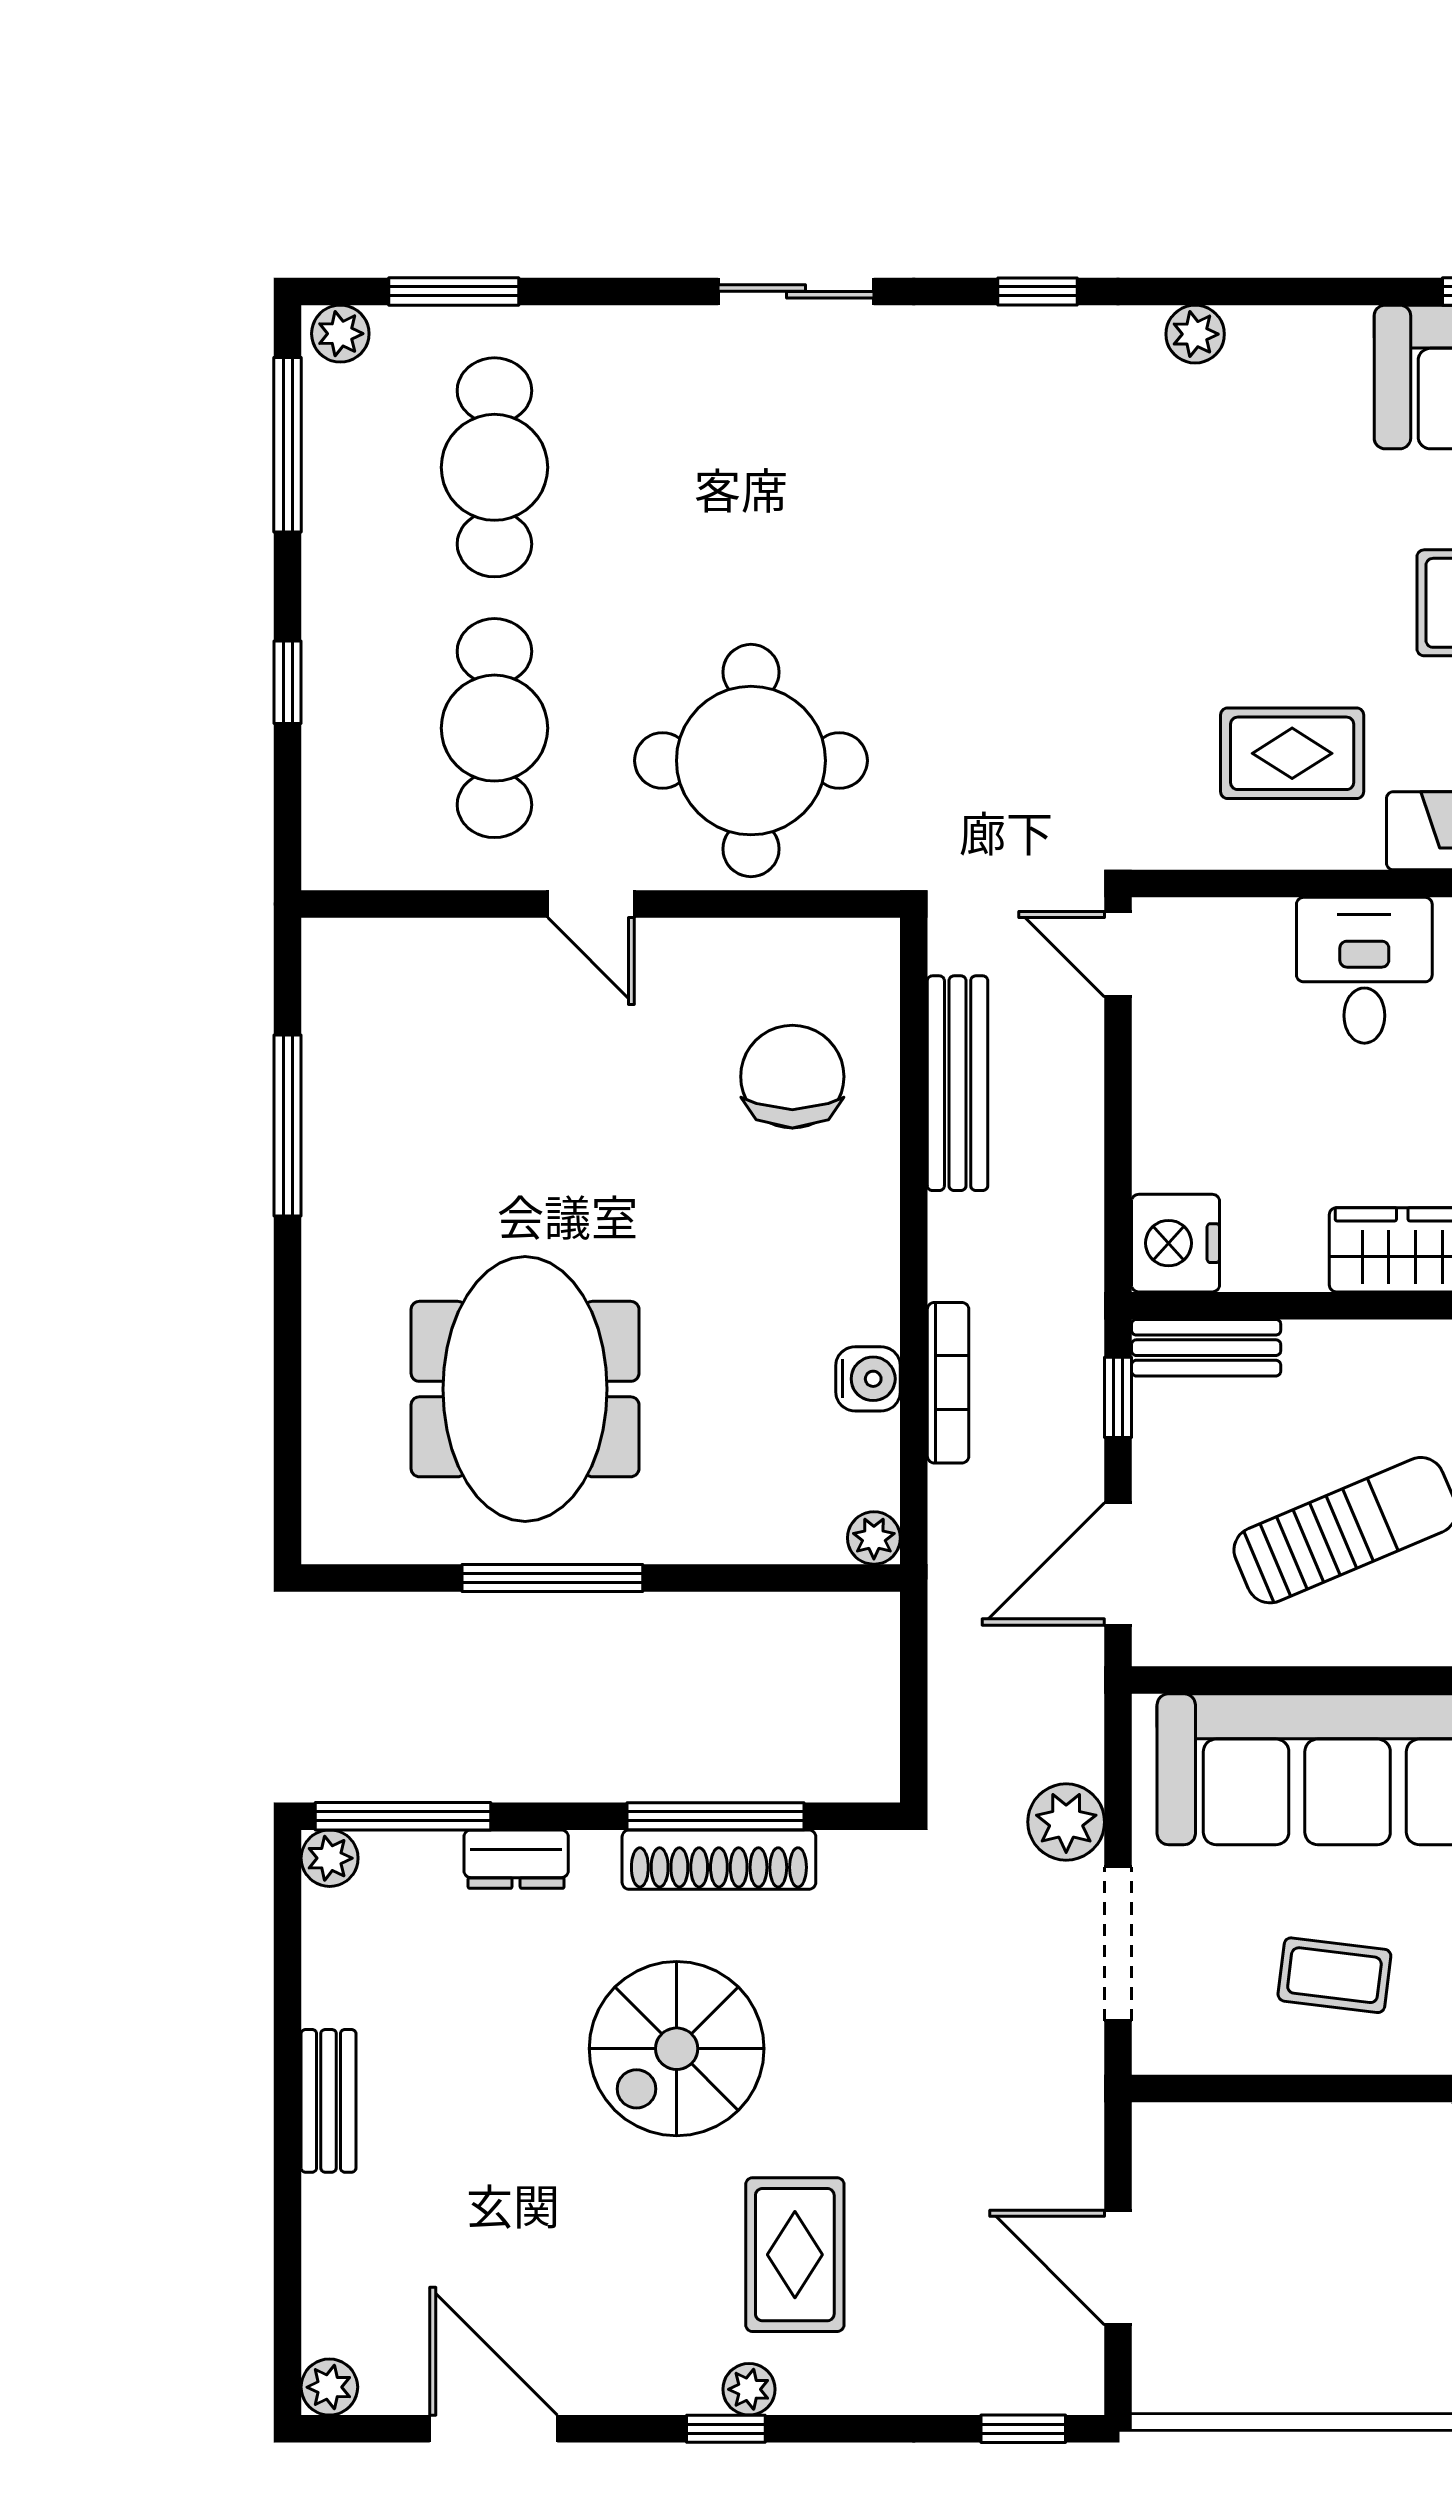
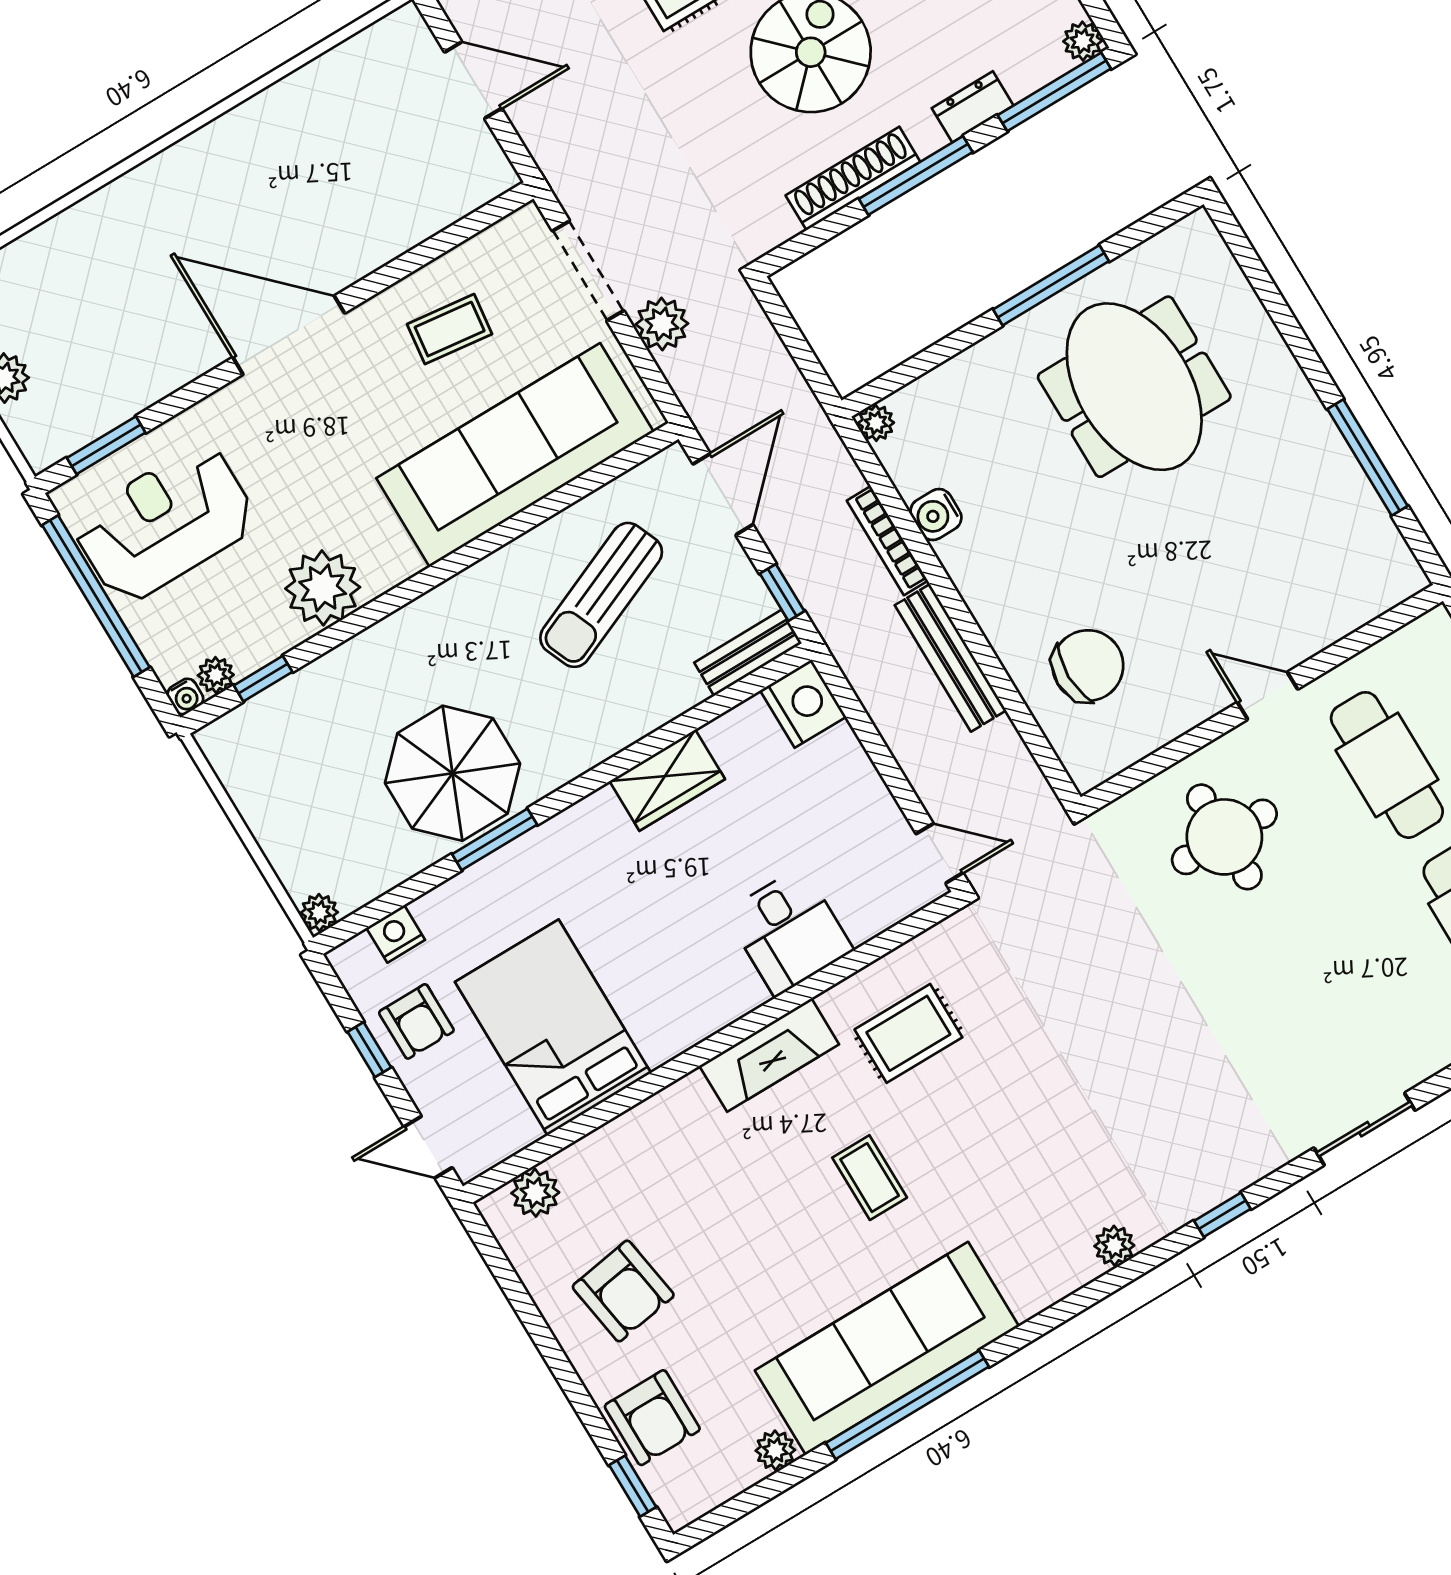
round table: (751, 761) -> (1224, 837), width x0.73, depth x0.73
chair: (792, 1077) -> (1088, 666), turned -90
bench: (958, 1083) -> (950, 658), moved
window: (716, 1816) -> (916, 176), moved

